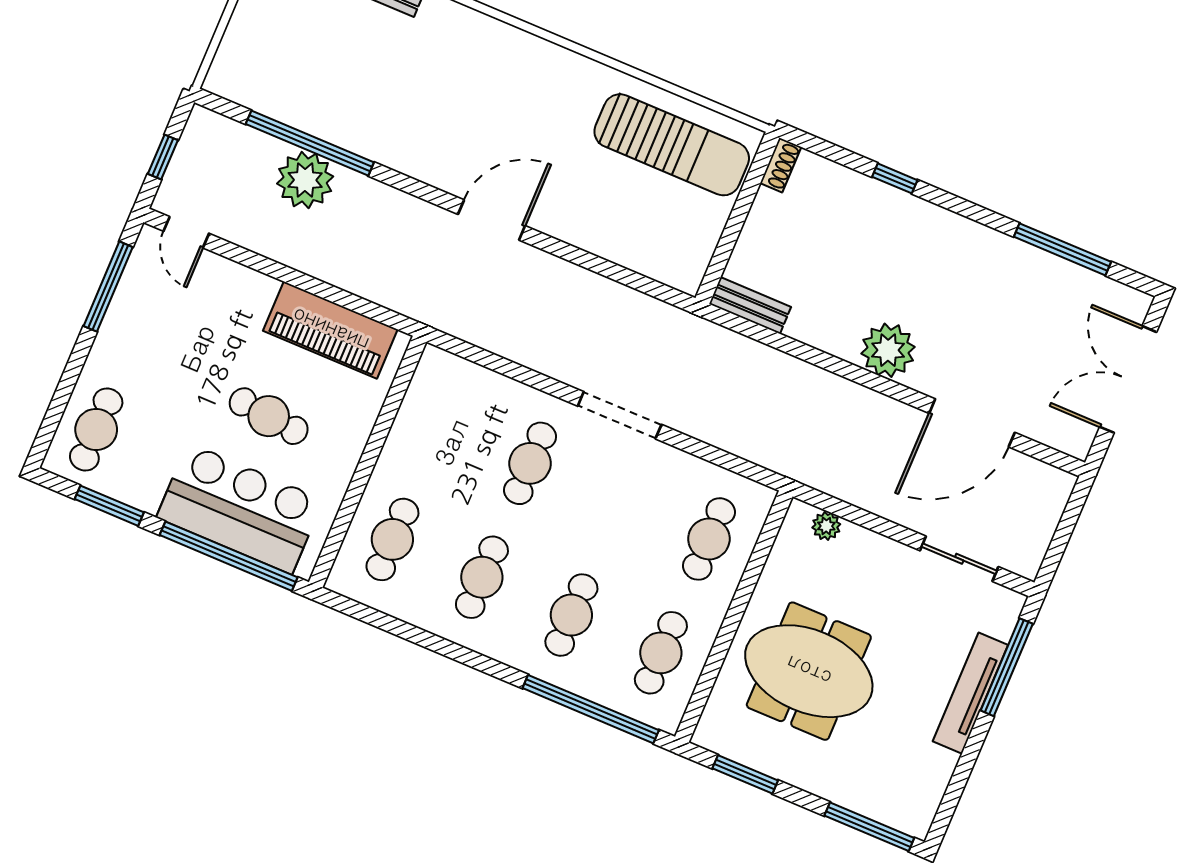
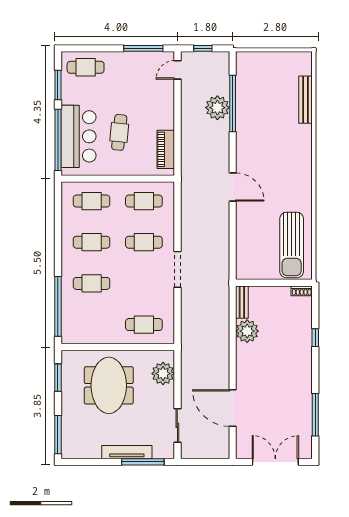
piano: (330, 330) -> (166, 149), width x0.73, depth x0.75
plant: (888, 350) -> (247, 331), moved
plant: (826, 526) -> (163, 374), width x1.88, depth x1.88
cafe table: (661, 653) -> (144, 201), moved

